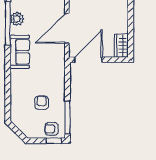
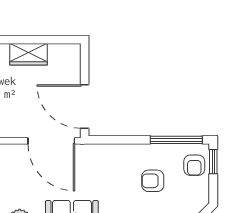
door: (67, 28) -> (51, 141), moved
wardrobe: (121, 46) -> (28, 54), moved

